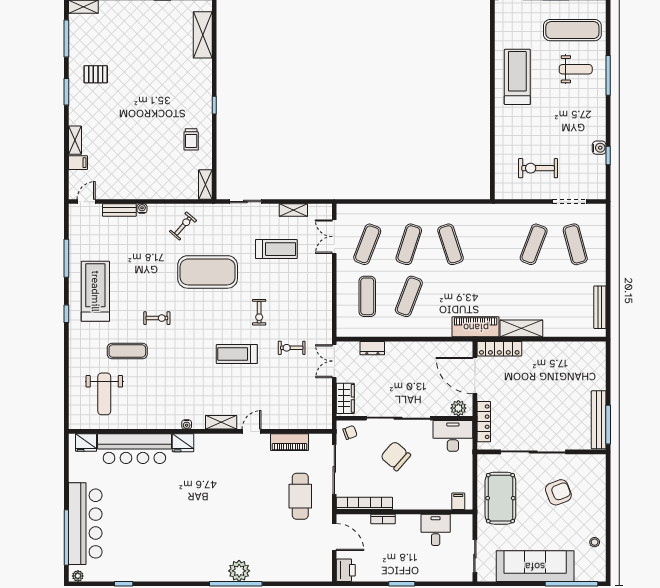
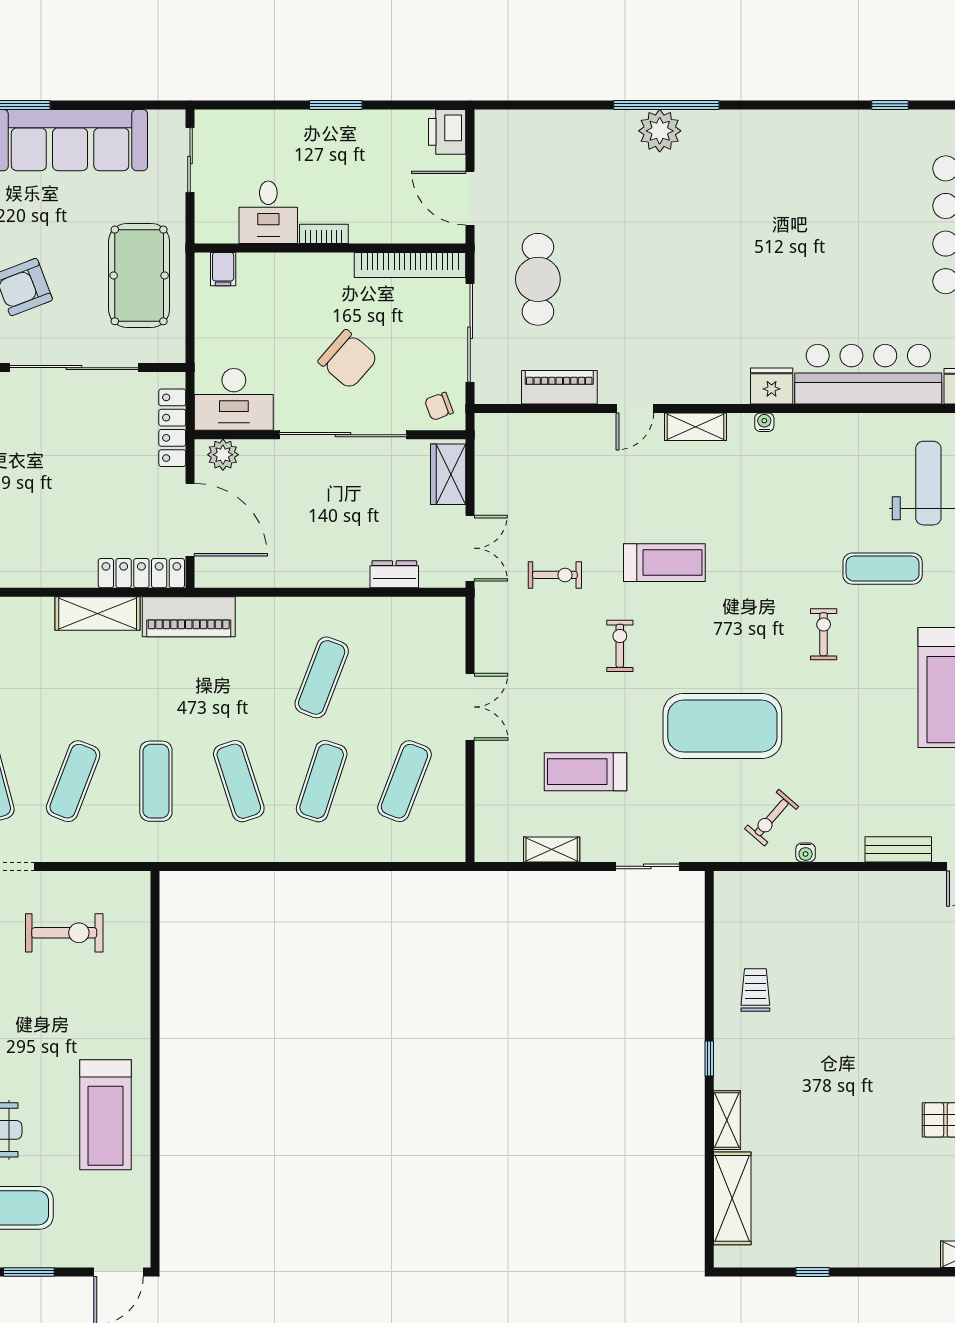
shelving: (205, 185) -> (727, 1120), moved
water cooler: (142, 208) -> (806, 852), moved
double door: (334, 237) -> (470, 707), moved
exercise mat: (367, 296) -> (156, 781), moved
exercise bike: (157, 318) -> (824, 634), turned 90
bookcase: (383, 519) -> (324, 234), moved

